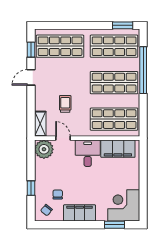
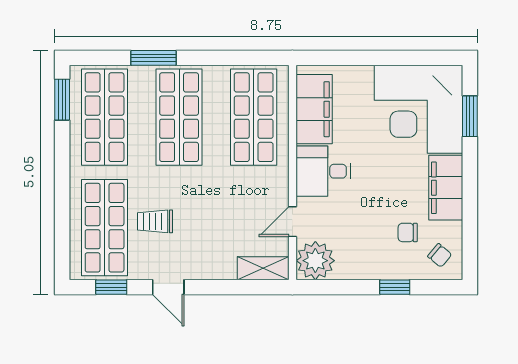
window: (143, 70) -> (153, 58), width x0.47
trolley: (65, 104) -> (155, 221), moved
corner desk: (124, 205) -> (418, 109), width x1.36, depth x1.36

